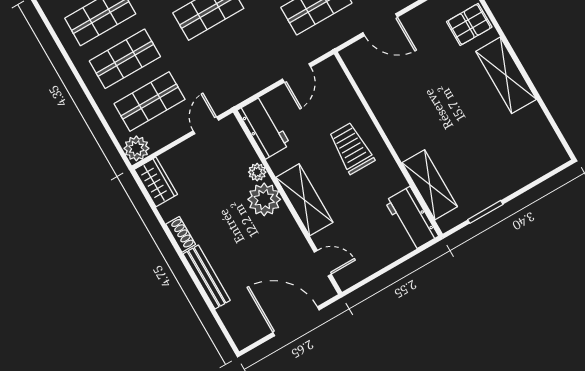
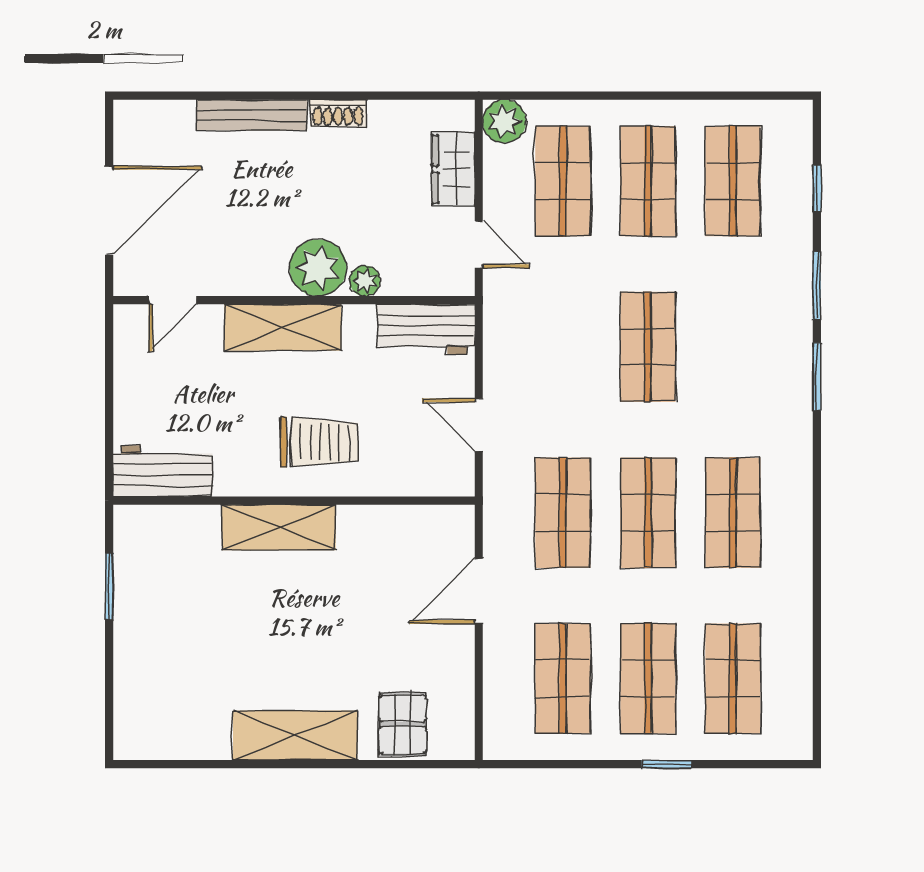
wardrobe: (156, 182) -> (453, 169), moved, turned 90
shelving: (430, 185) -> (279, 527), moved

